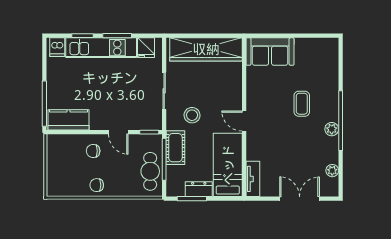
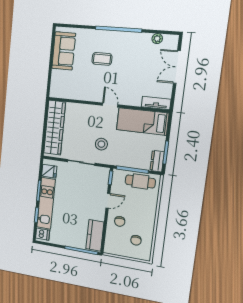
sofa: (270, 52) -> (64, 51), moved
door: (244, 121) -> (110, 105), swing flipped
plant: (332, 129) -> (124, 37), removed
cot: (175, 148) -> (124, 160), removed
chair: (97, 185) -> (136, 240), moved
dresser: (199, 189) -> (157, 161), moved

